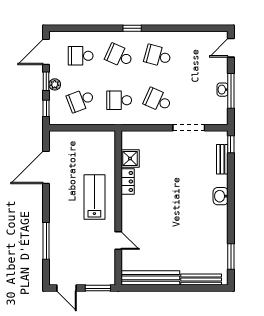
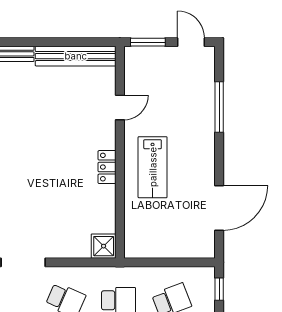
shower: (130, 159) -> (104, 246), moved
locker: (128, 181) -> (107, 167), moved
door: (118, 240) -> (120, 108), swing flipped

